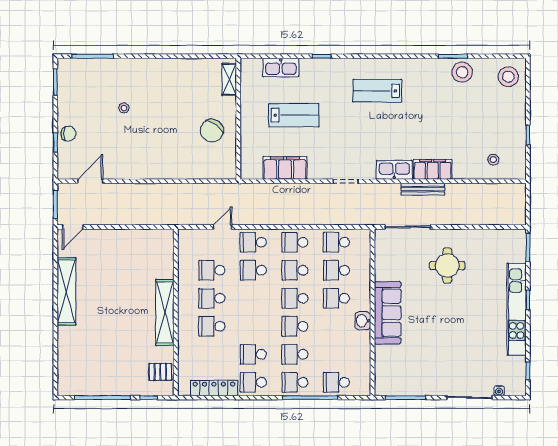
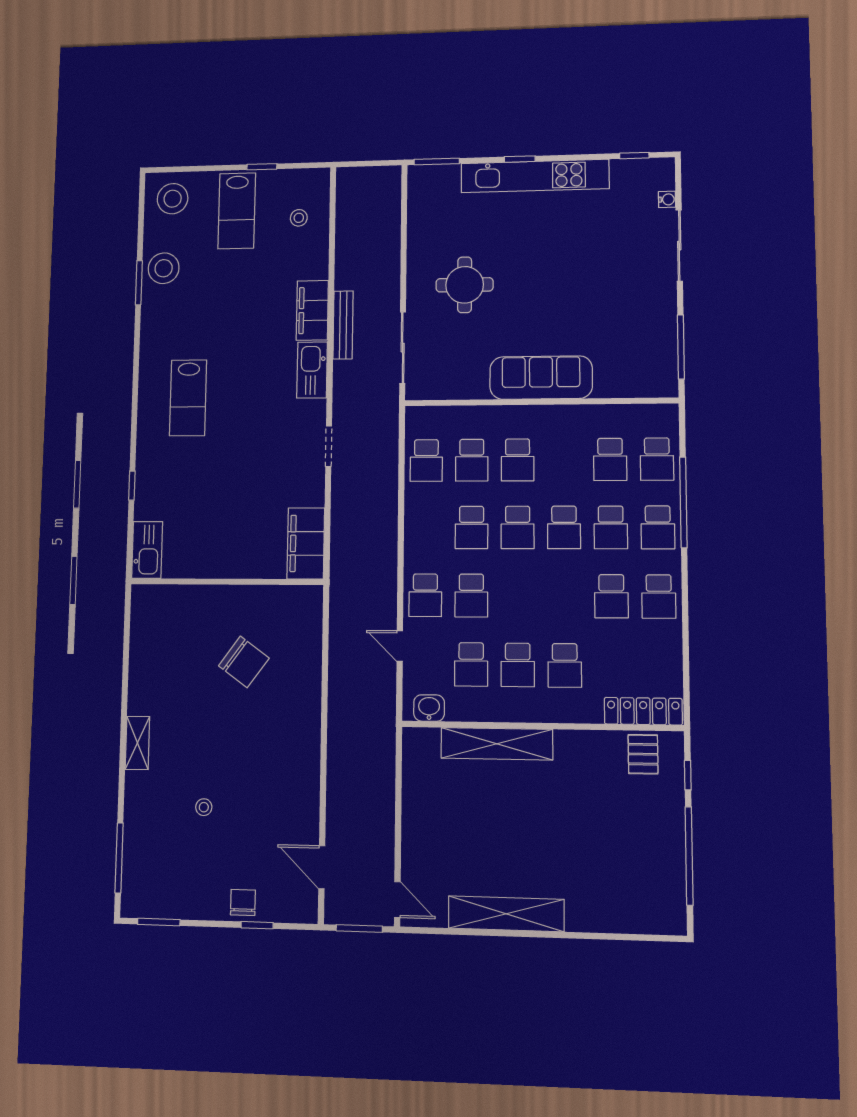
shelving: (229, 79) -> (137, 743), moved, turned 90
lab bench: (294, 115) -> (237, 211), moved, turned 180
wall: (238, 119) -> (227, 582), moved
school desk: (295, 242) -> (610, 459), moved
shelving: (165, 312) -> (497, 744), moved
washbasin: (363, 321) -> (429, 708), moved, turned 180
locker: (214, 388) -> (643, 711), moved, turned 90

